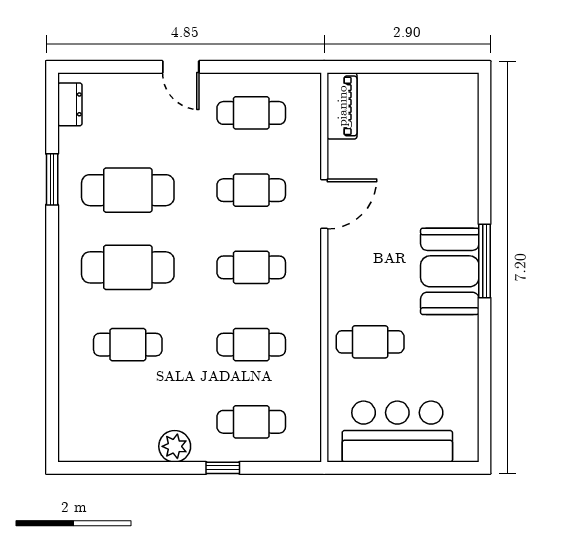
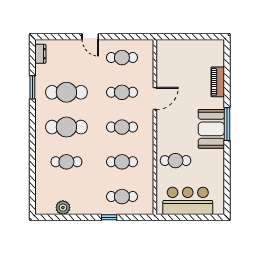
piano: (342, 106) -> (218, 82), moved, turned 180
plant: (175, 446) -> (63, 208), moved

